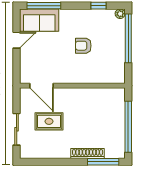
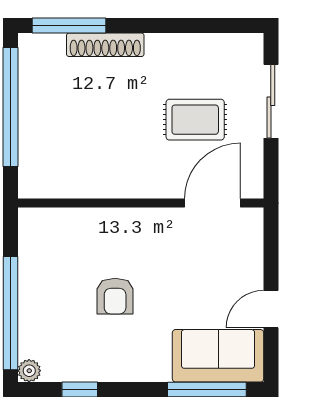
armchair: (83, 46) -> (115, 296), turned 90
door: (42, 86) -> (212, 203), hinge flipped

